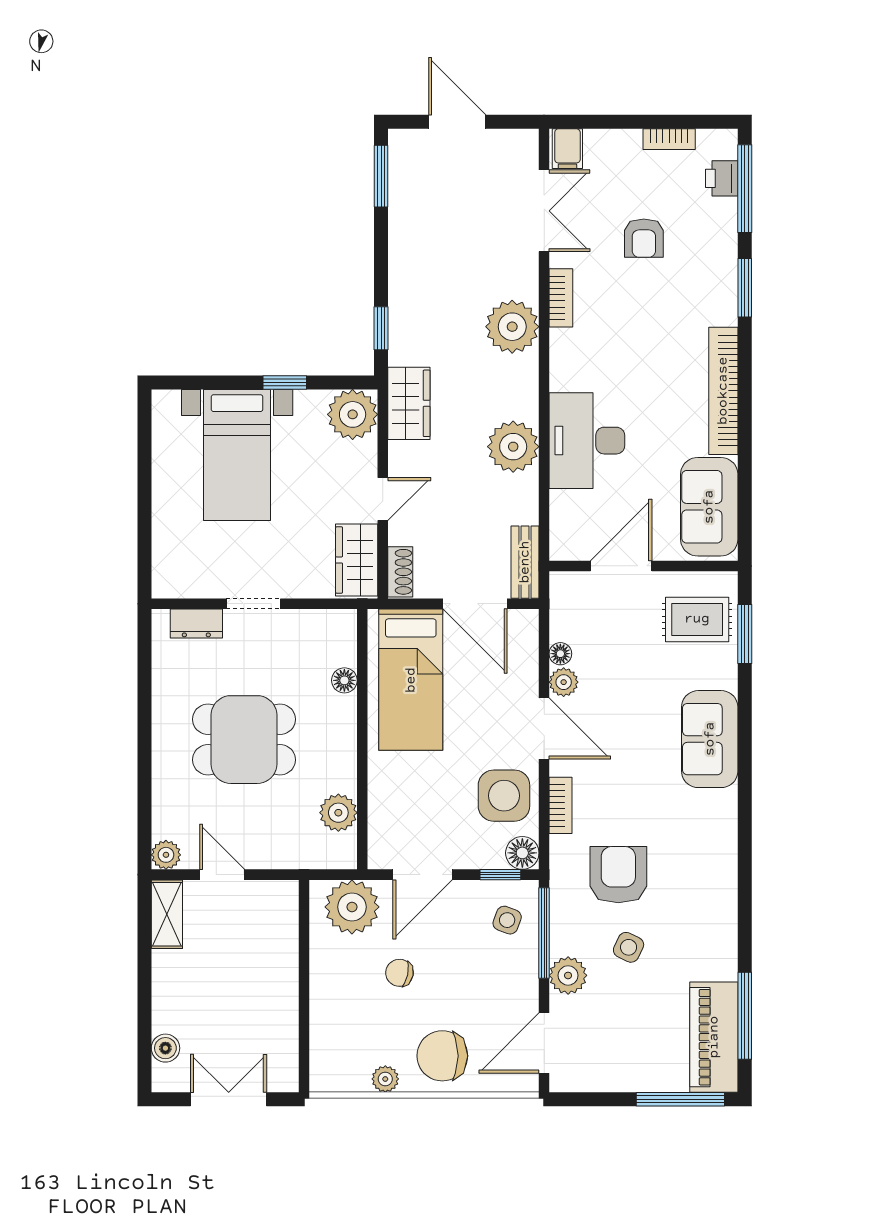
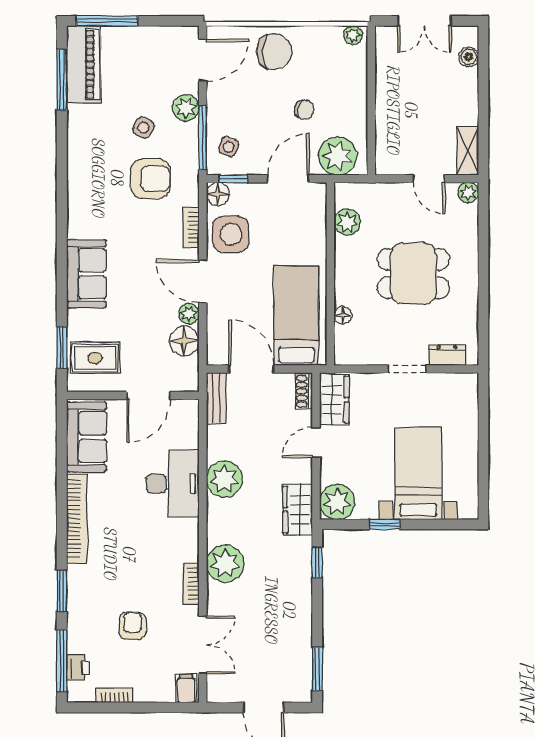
double door: (544, 211) -> (203, 645), swing flipped
floor lamp: (560, 654) -> (184, 341), width x1.89, depth x1.89
armchair: (618, 875) -> (151, 179), turned -90
plant: (385, 1079) -> (353, 35), moved

